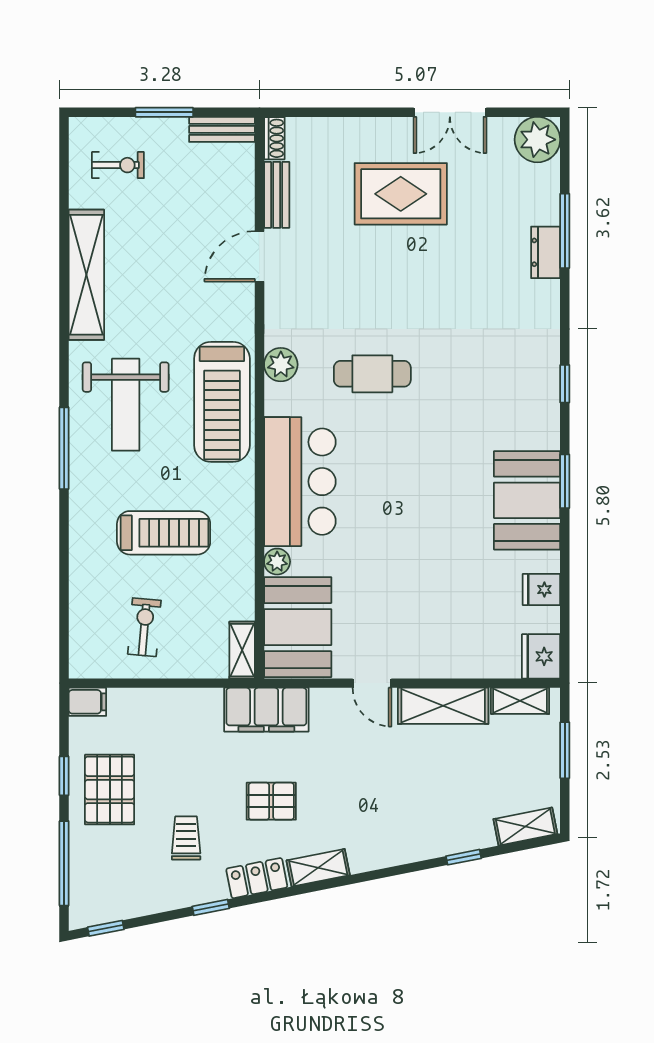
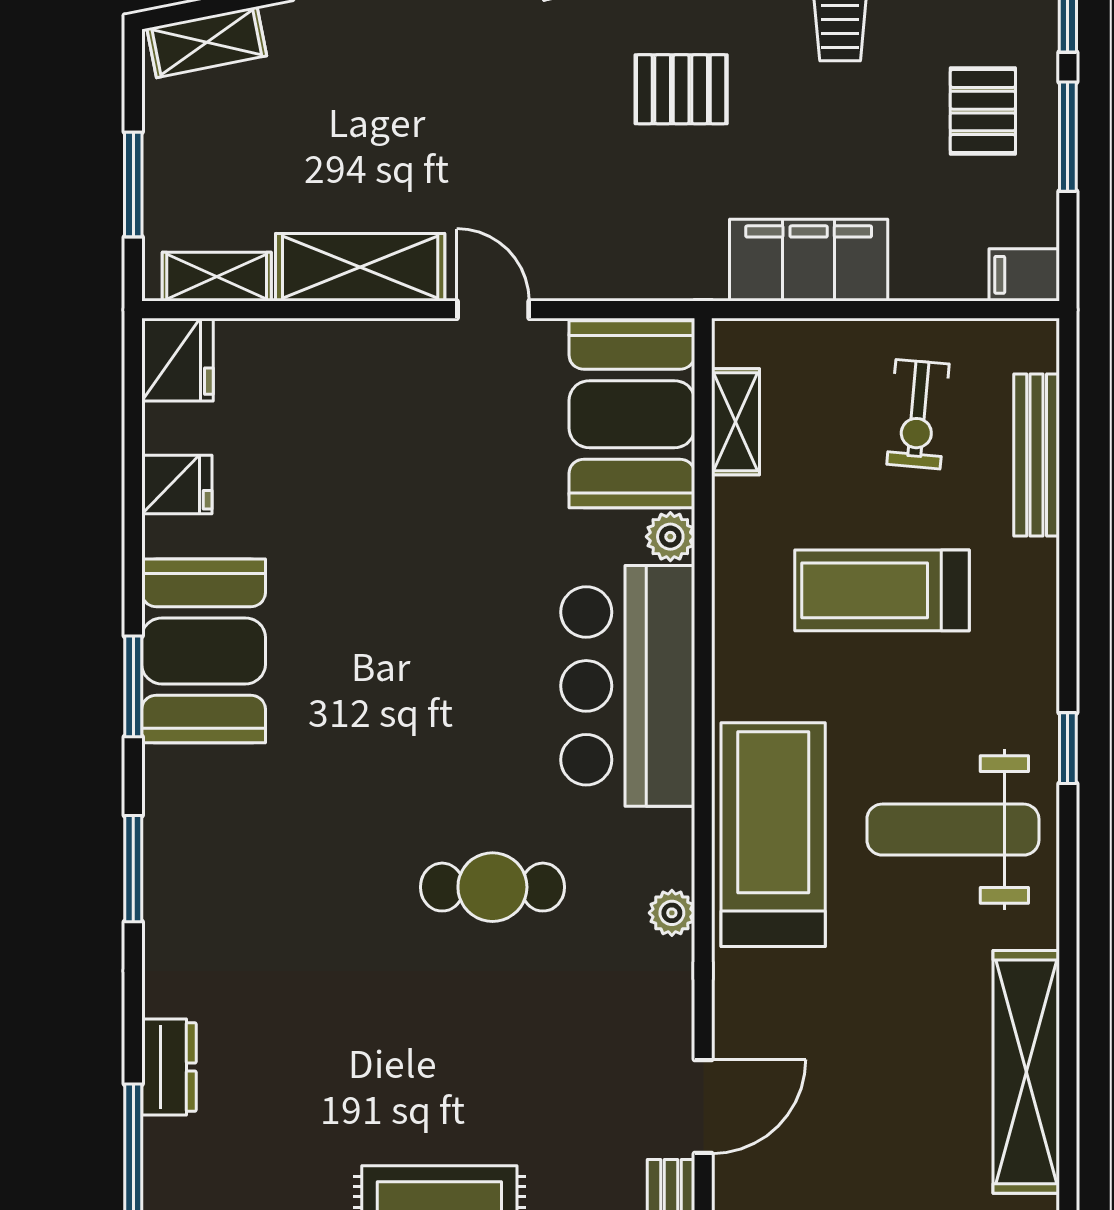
dresser: (546, 252) -> (169, 1067), moved
plant: (281, 365) -> (672, 913), width x0.73, depth x0.73
window: (565, 384) -> (133, 869), width x1.50
weight bench: (126, 405) -> (953, 830), turned -90
window: (64, 448) -> (1068, 748), width x0.46
bench: (81, 605) -> (1037, 455), added
shelving: (242, 650) -> (736, 422), moved
filing cabinet: (266, 710) -> (809, 260), moved
window: (64, 776) -> (1068, 137), width x1.50
pallet: (110, 790) -> (983, 111), width x0.67, depth x0.71

